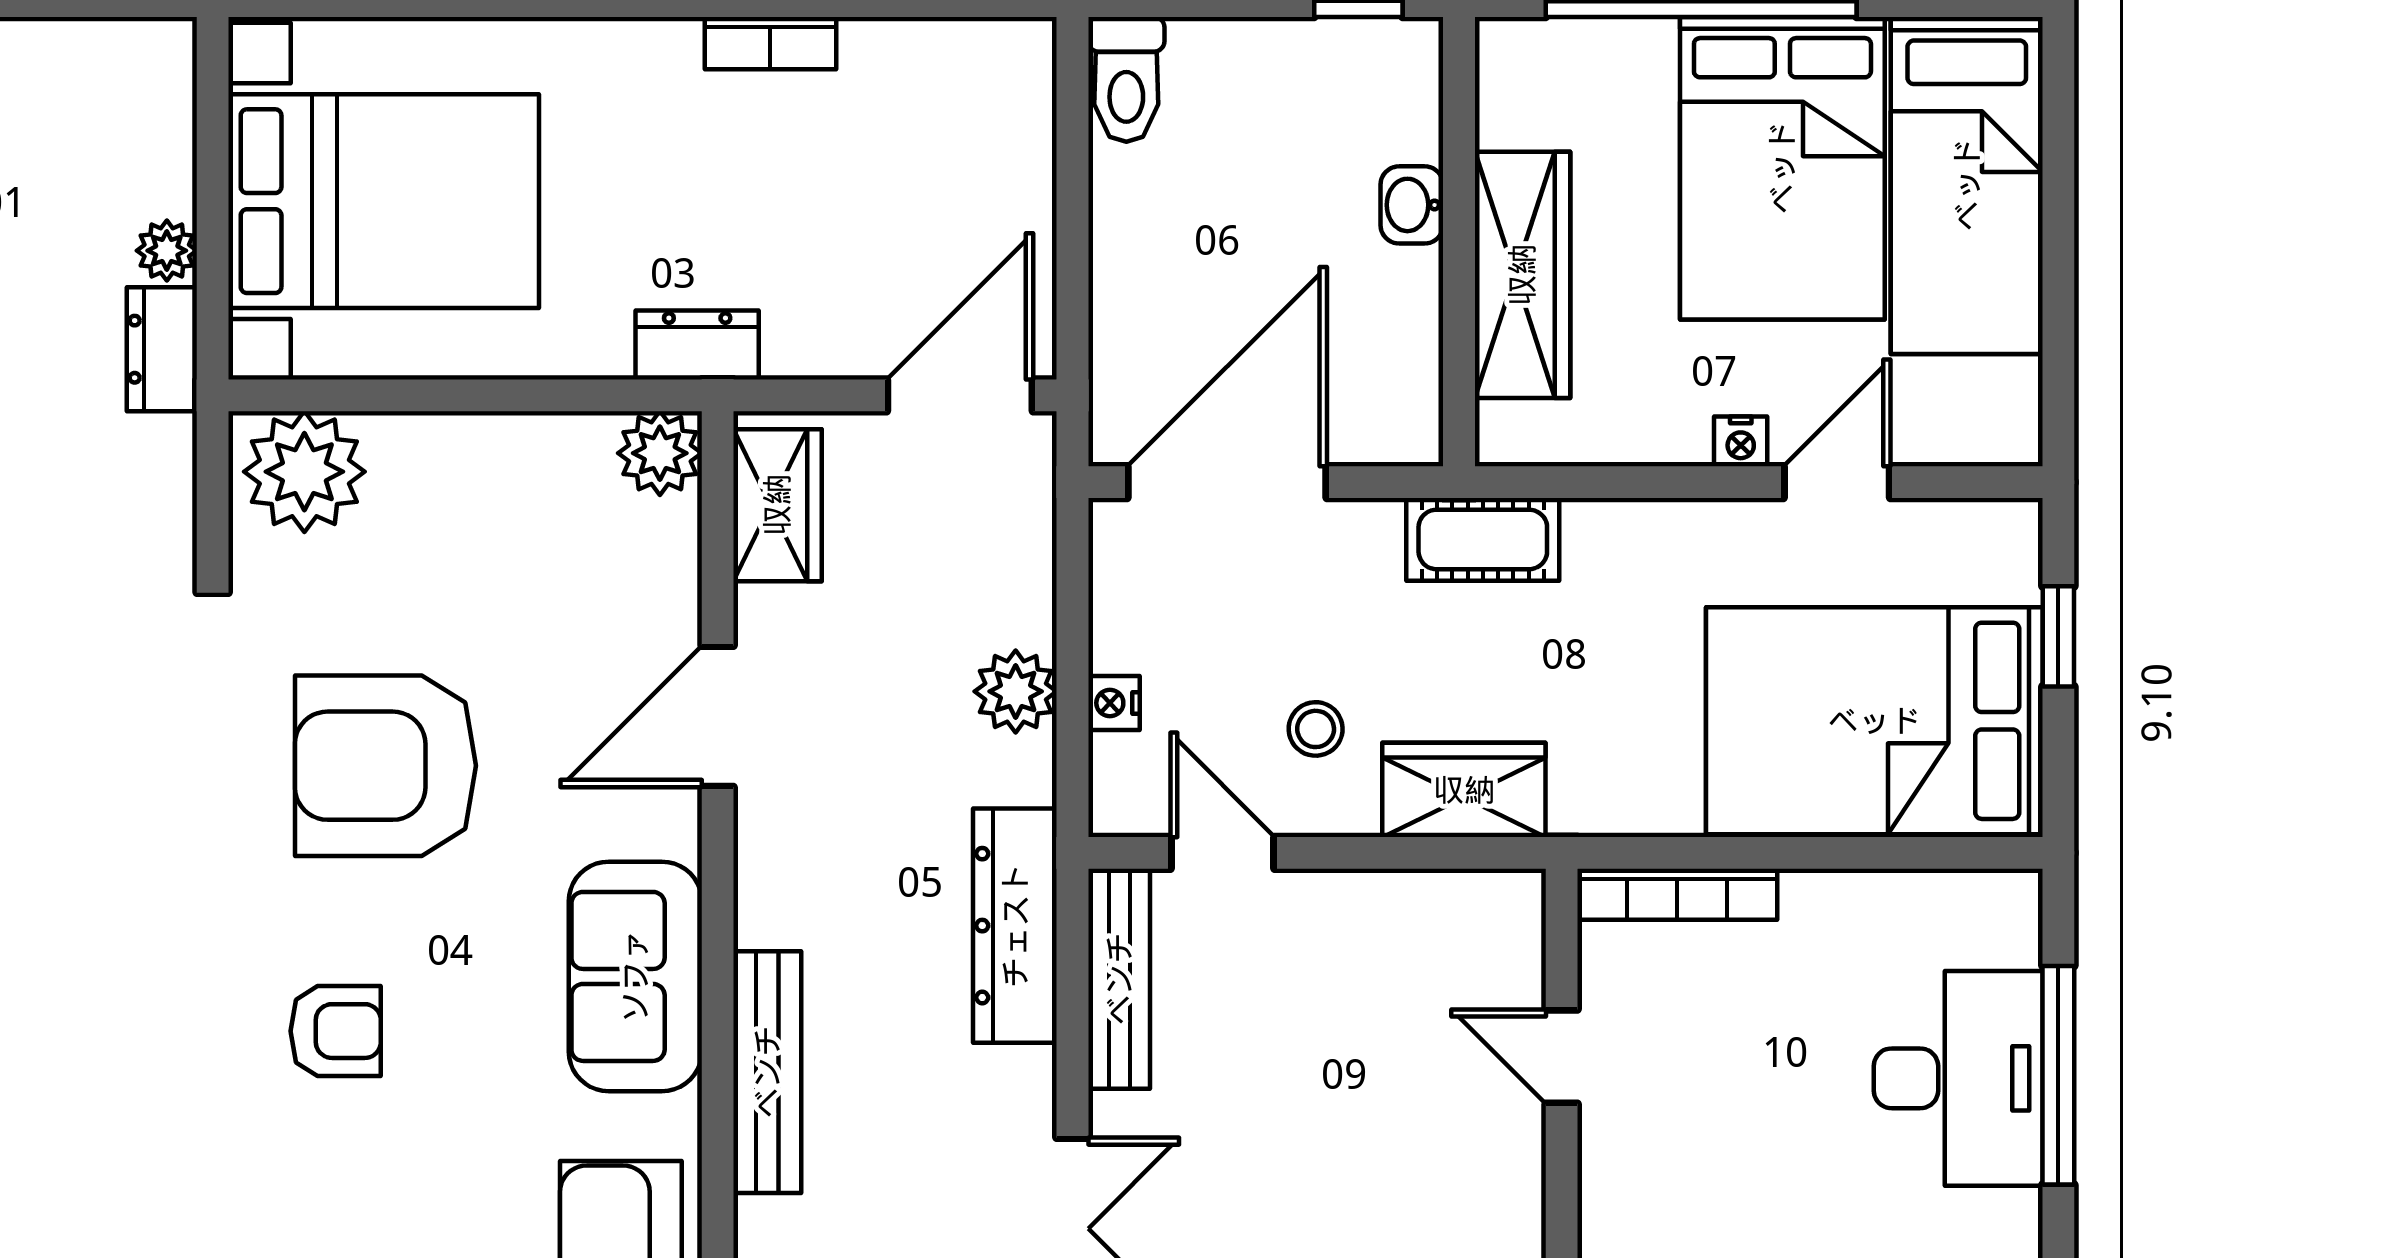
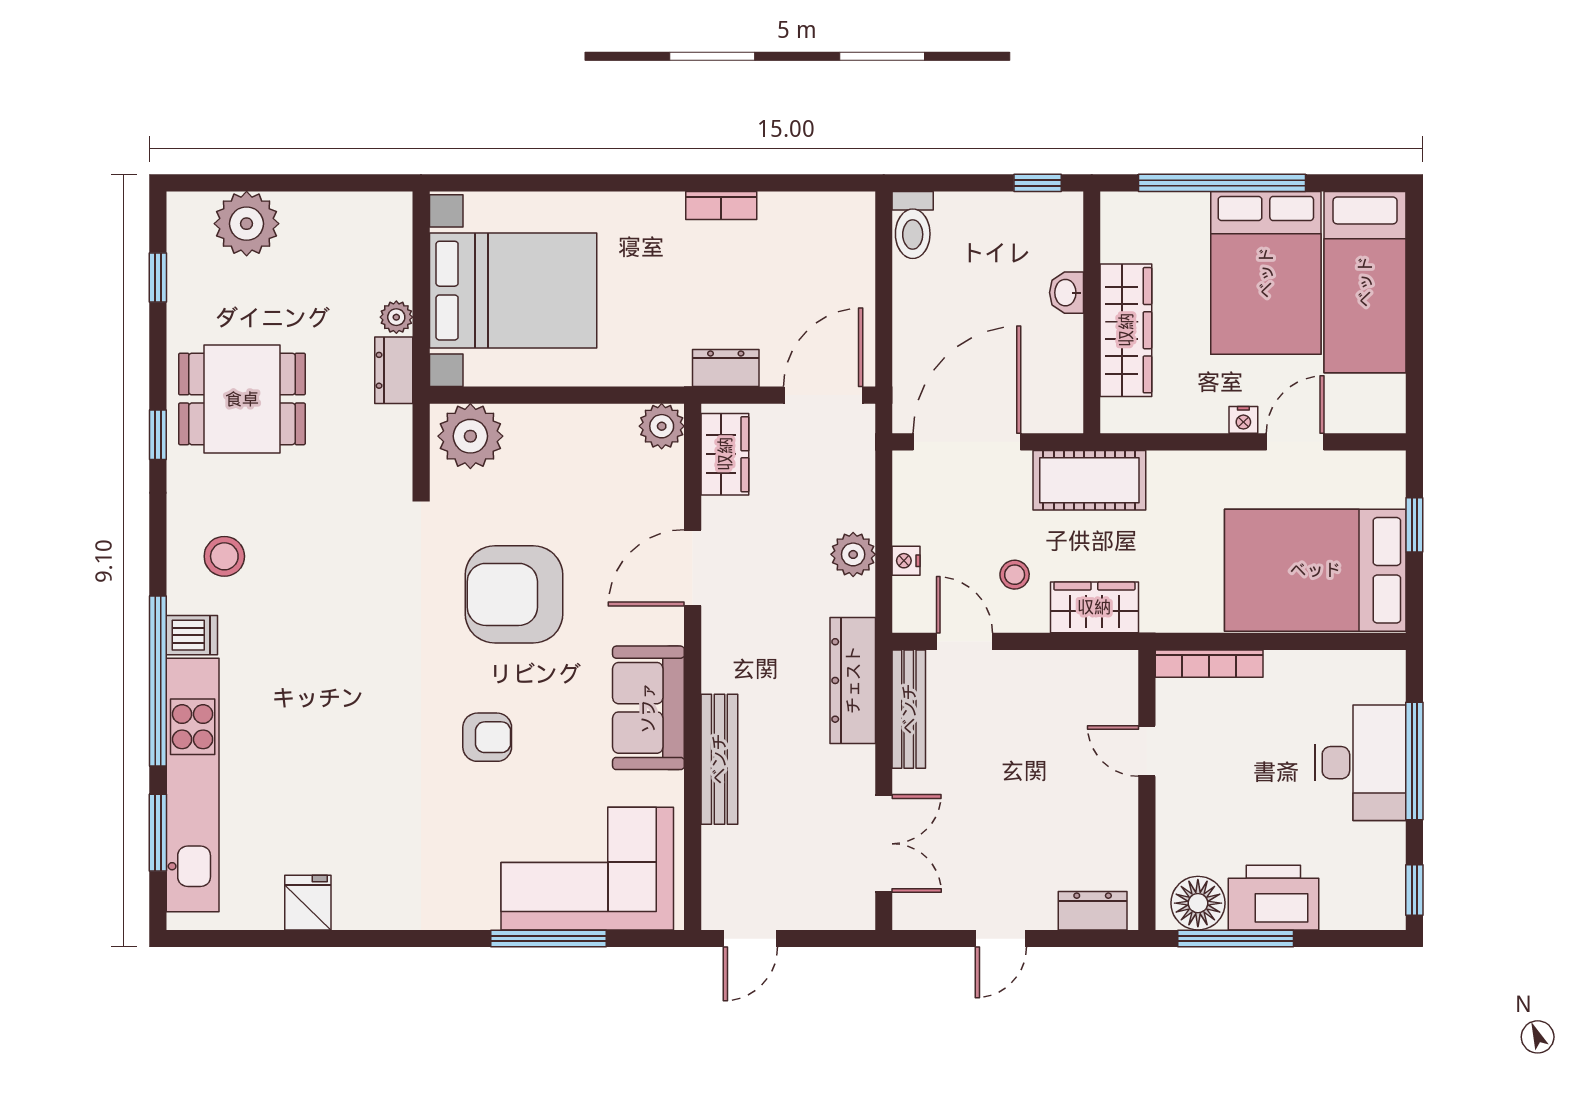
dresser: (697, 345) -> (726, 368), moved
cot: (1483, 539) -> (1089, 480), width x1.37, depth x1.34

